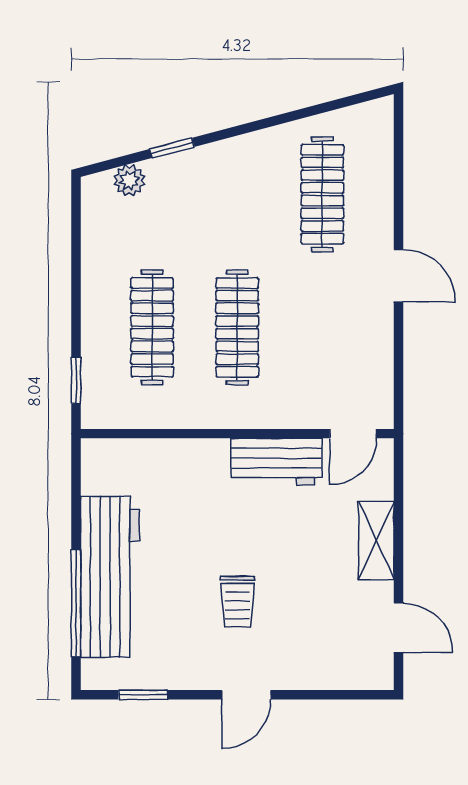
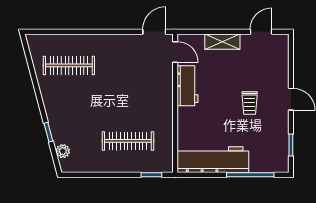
door: (399, 276) -> (154, 32), moved
clothes rail: (237, 327) -> (128, 103), removed
workbench: (110, 577) -> (213, 160), moved
trolley: (238, 602) -> (250, 103), turned 90

